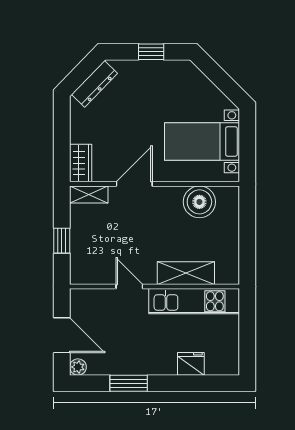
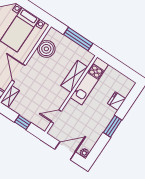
window: (247, 241) -> (78, 39), added
door: (129, 287) -> (56, 116), moved
window: (129, 383) -> (113, 126), moved

